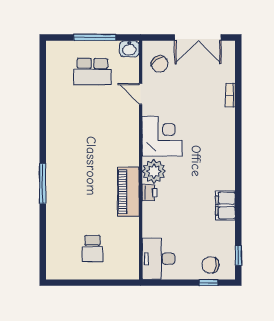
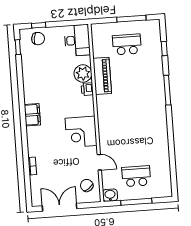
plant: (154, 171) -> (83, 74), moved
piano: (128, 192) -> (102, 76), moved
filing cabinet: (225, 206) -> (32, 115), moved
window: (43, 239) -> (164, 49), added
school desk: (92, 249) -> (127, 44), width x1.85
window: (84, 283) -> (131, 19), added

